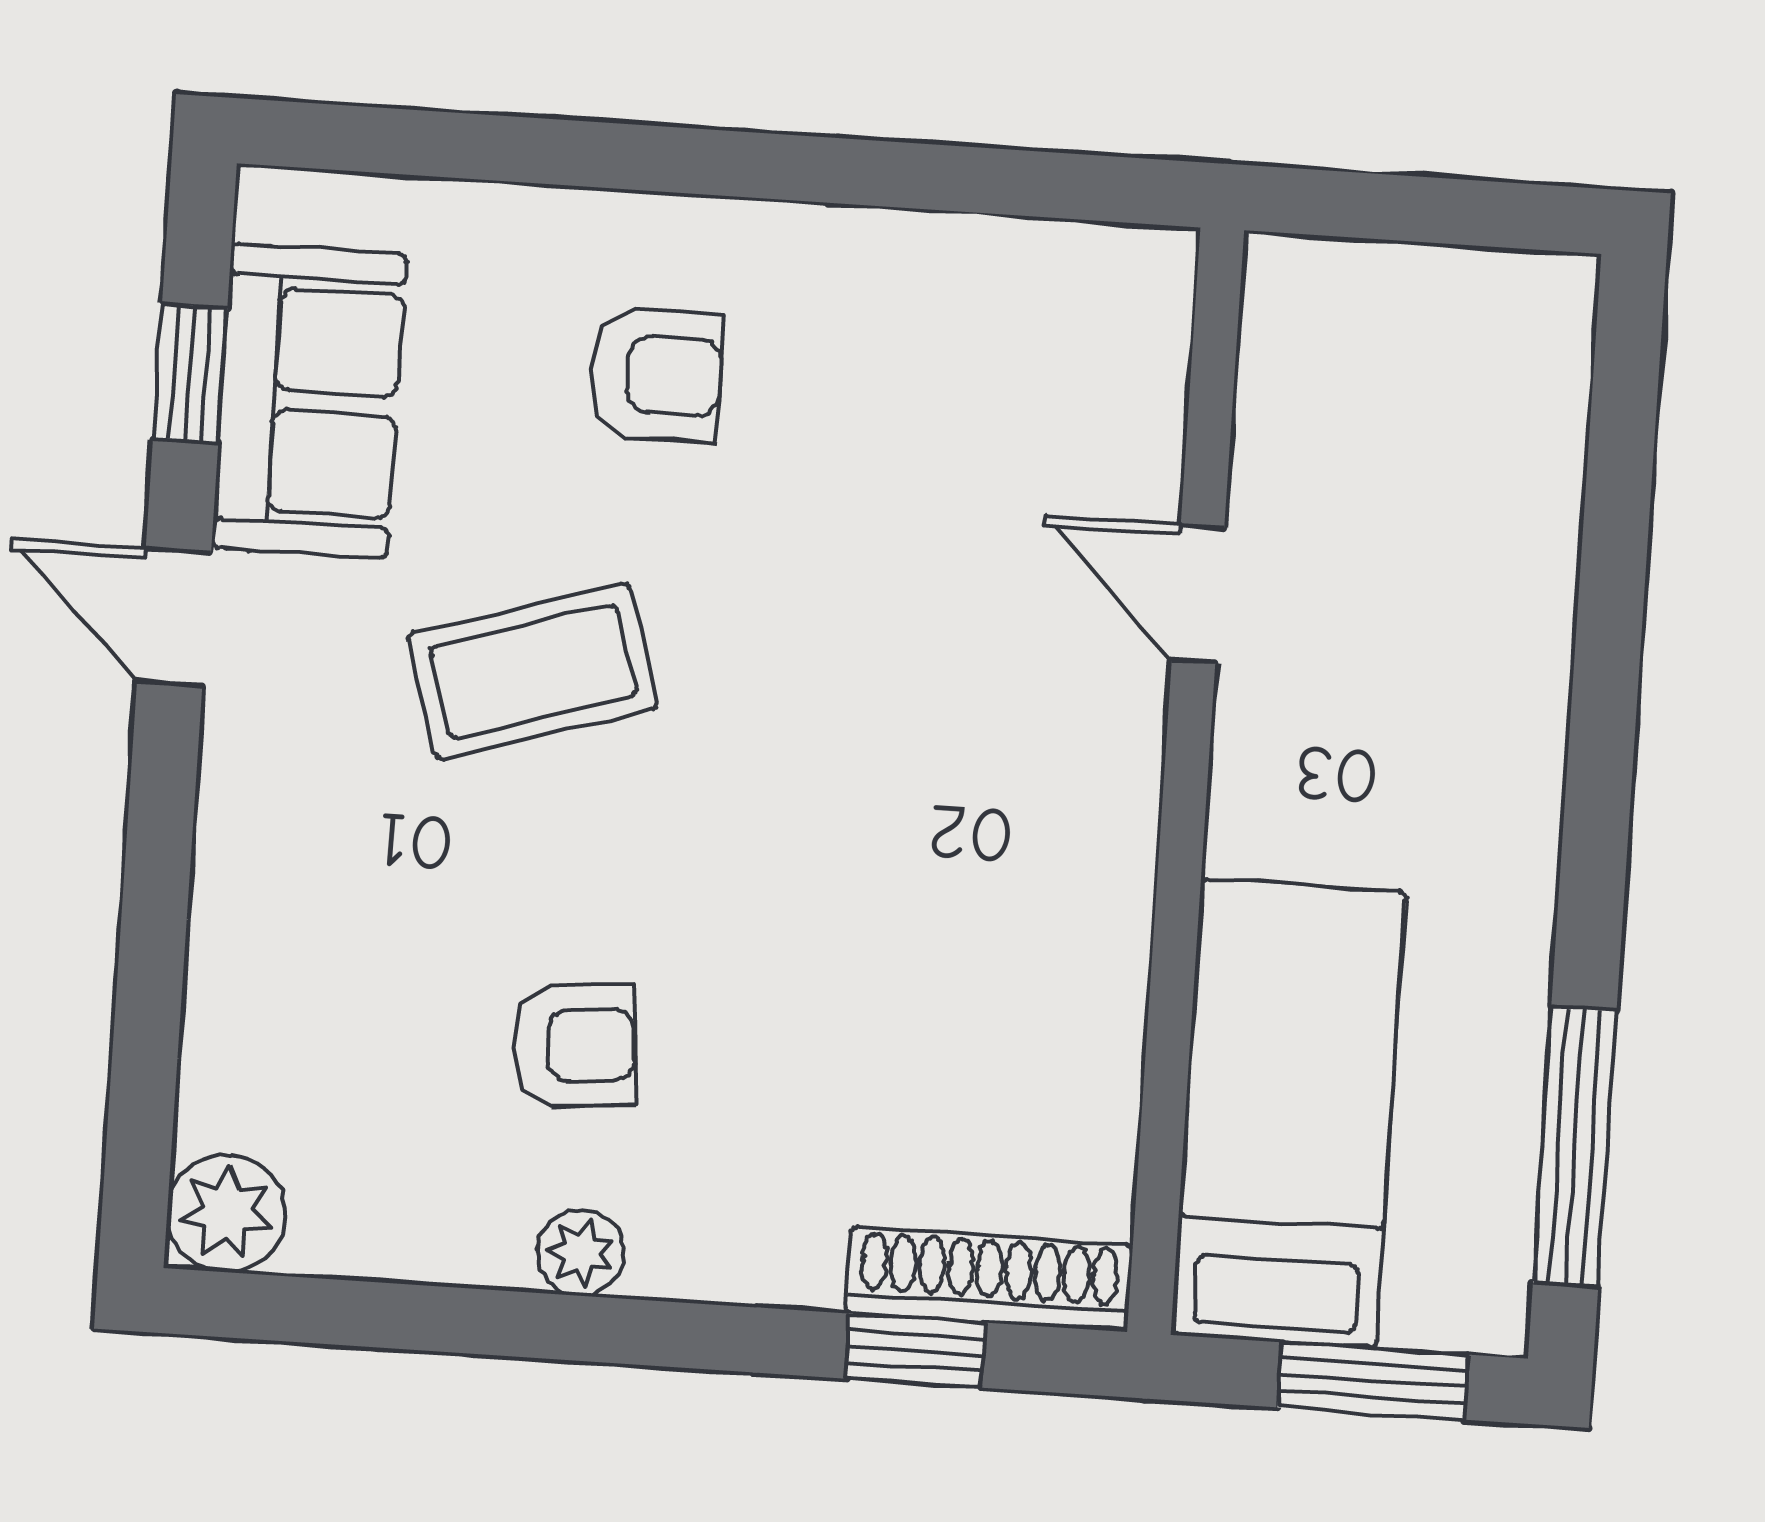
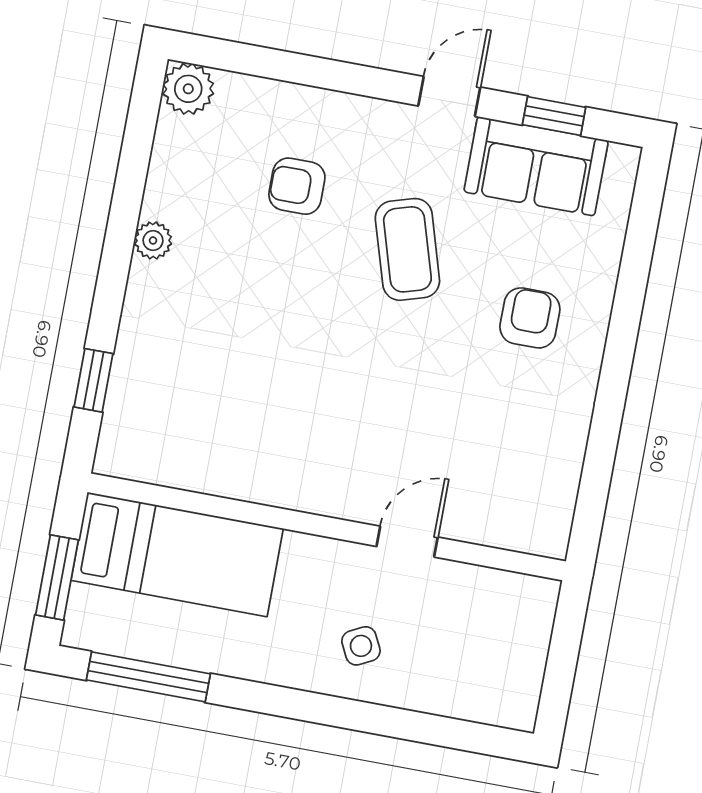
armchair: (656, 375) -> (530, 318), turned 180
side table: (1447, 671) -> (361, 646), added
armchair: (574, 1046) -> (297, 186), moved, turned 95
shoe rack: (989, 1279) -> (121, 416), removed

